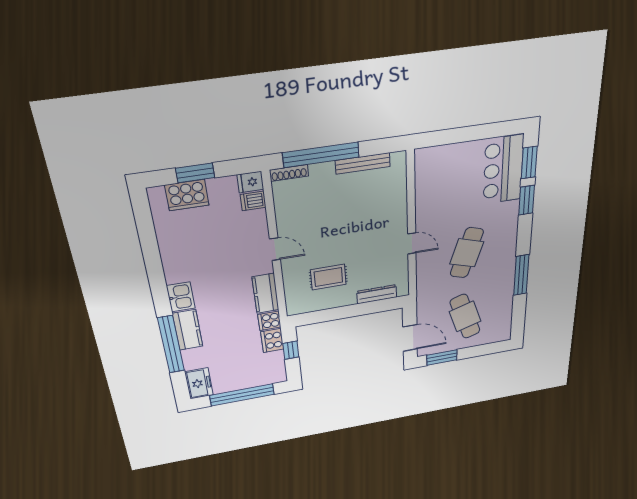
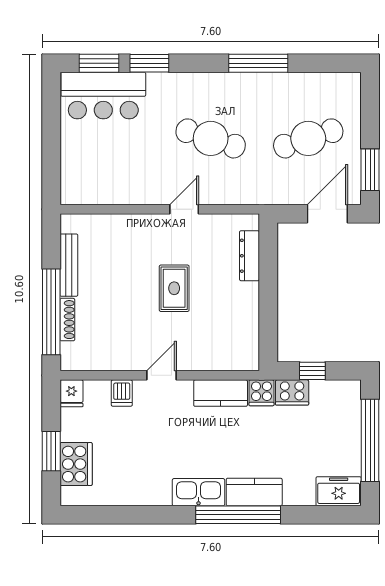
shoe rack: (289, 173) -> (67, 320), moved
dishwasher: (253, 201) -> (122, 393), moved
rug: (328, 277) -> (174, 288), moved
kitchen sink: (181, 297) -> (199, 492), width x1.38
window: (171, 344) -> (238, 515), moved

